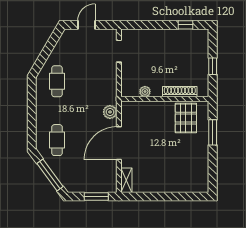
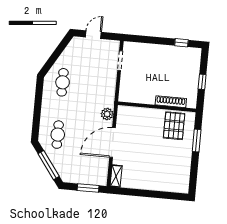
plant: (145, 92) -> (140, 99), removed

